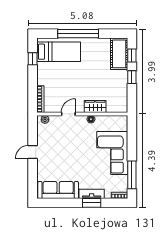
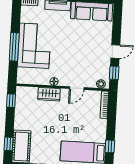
window: (132, 77) -> (11, 101), moved
window: (33, 131) -> (114, 73), added
window: (132, 175) -> (14, 47), moved

